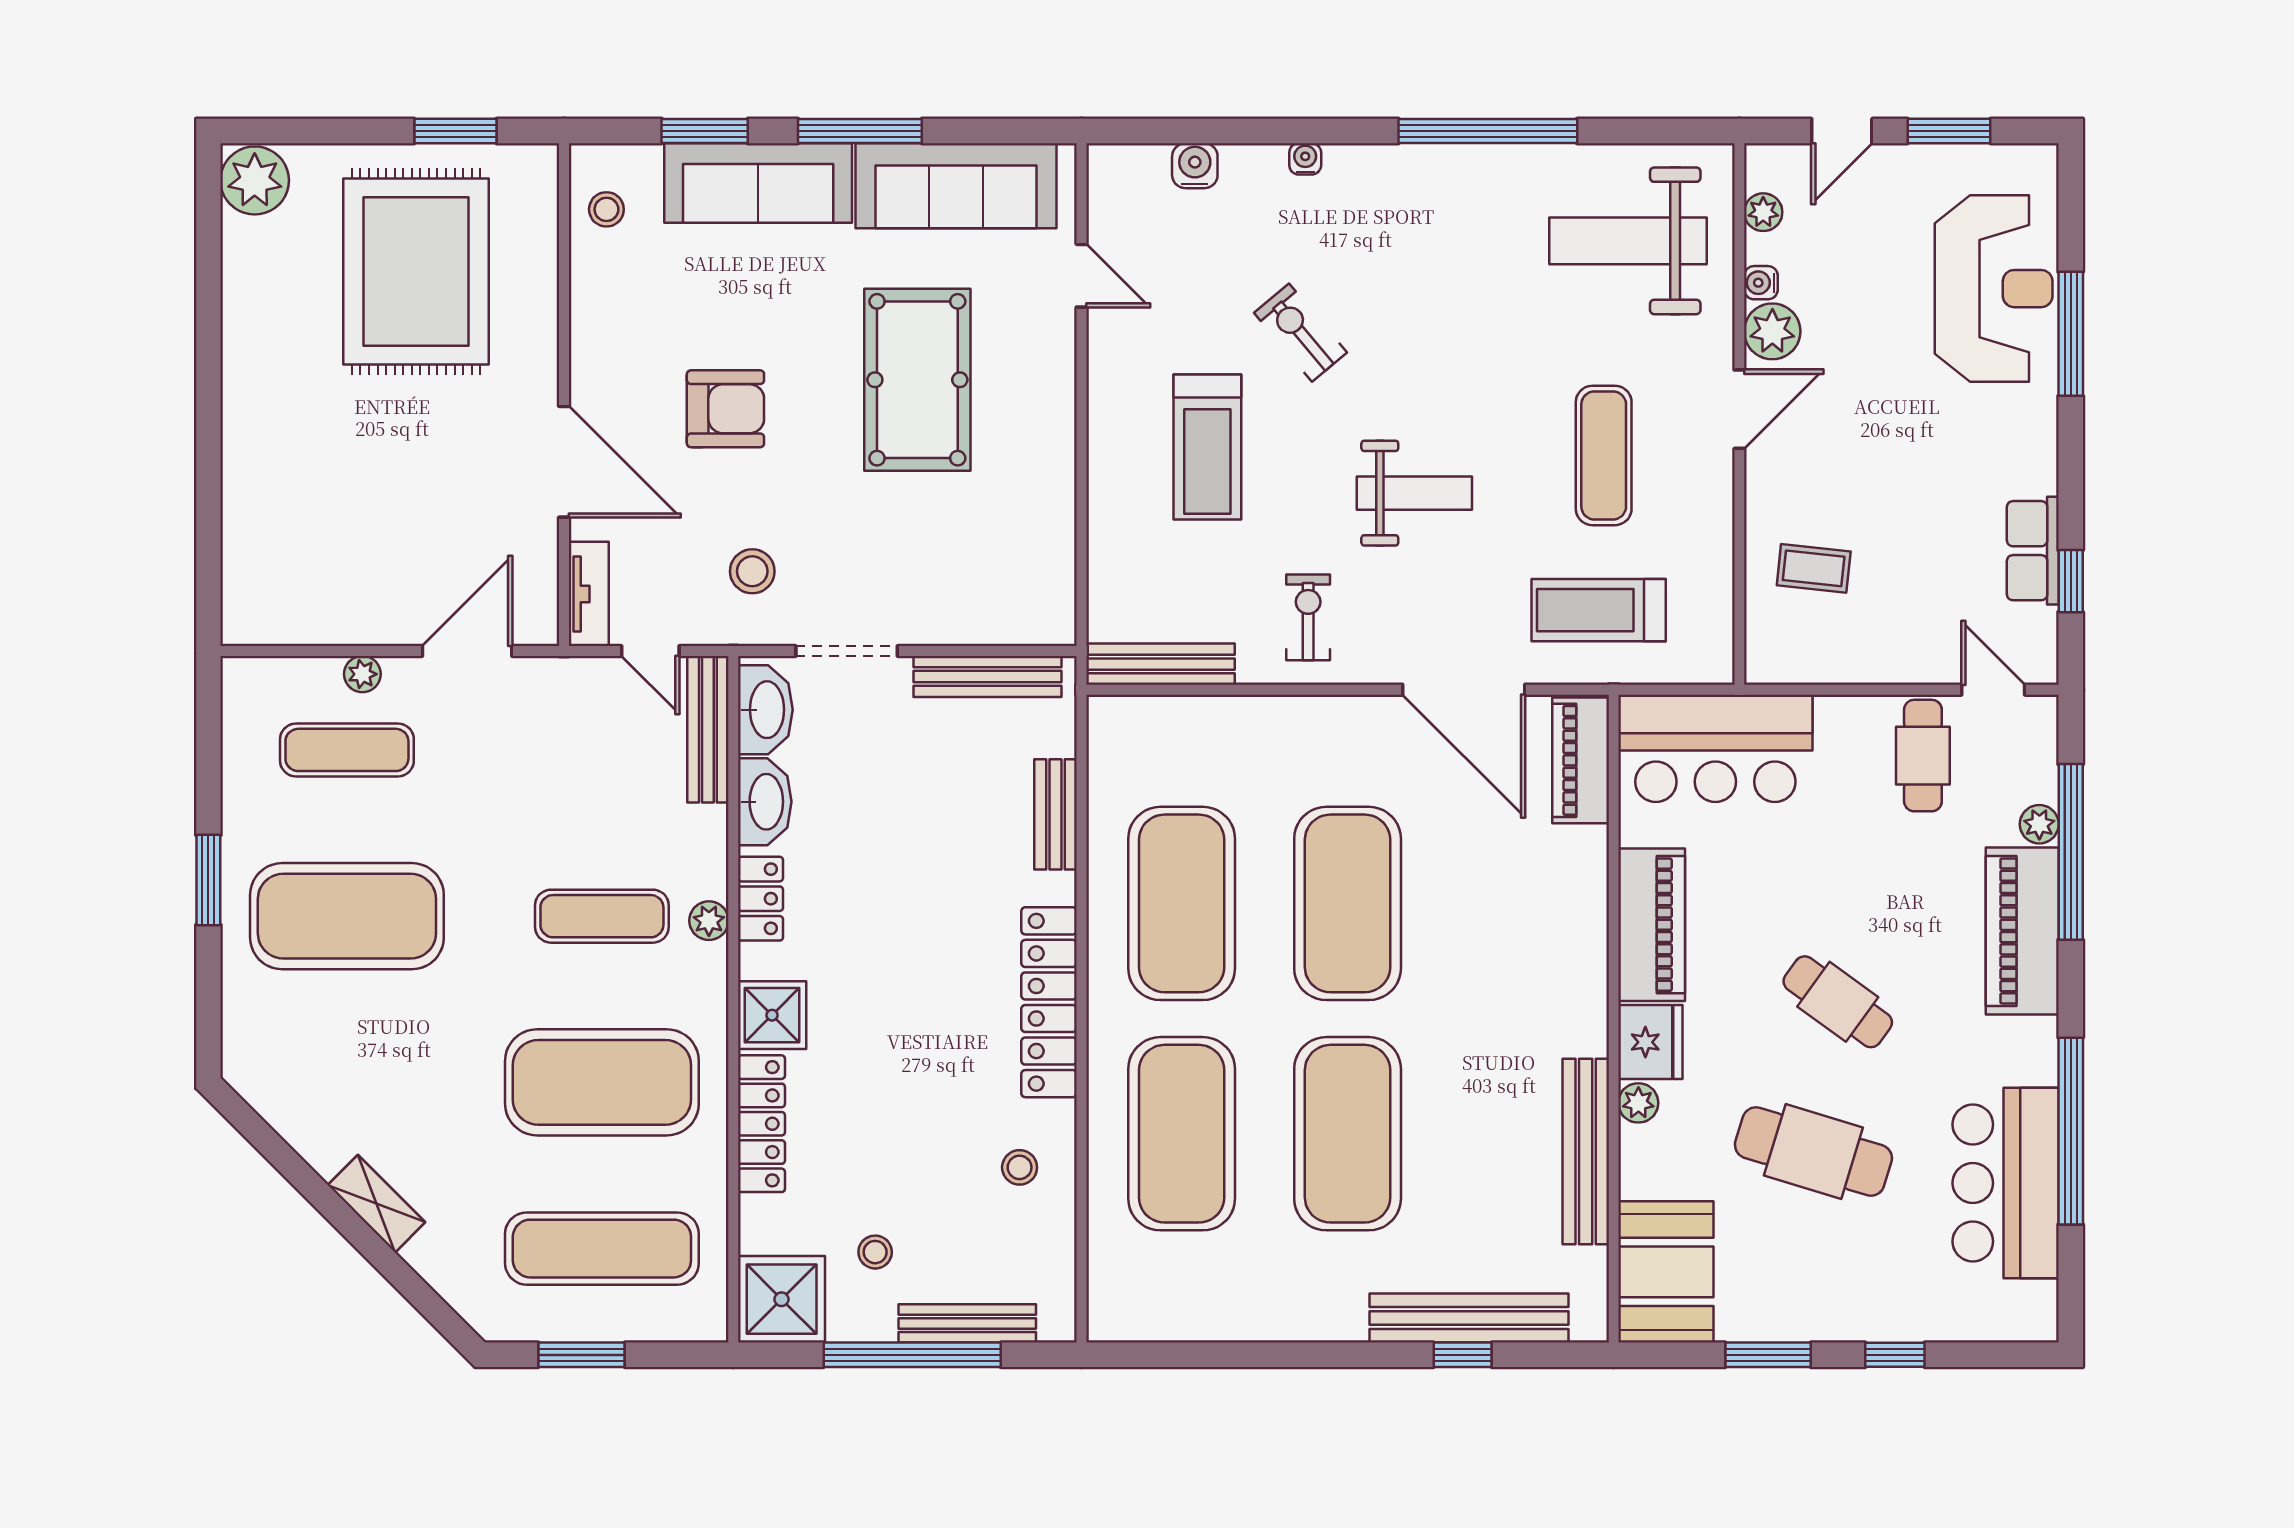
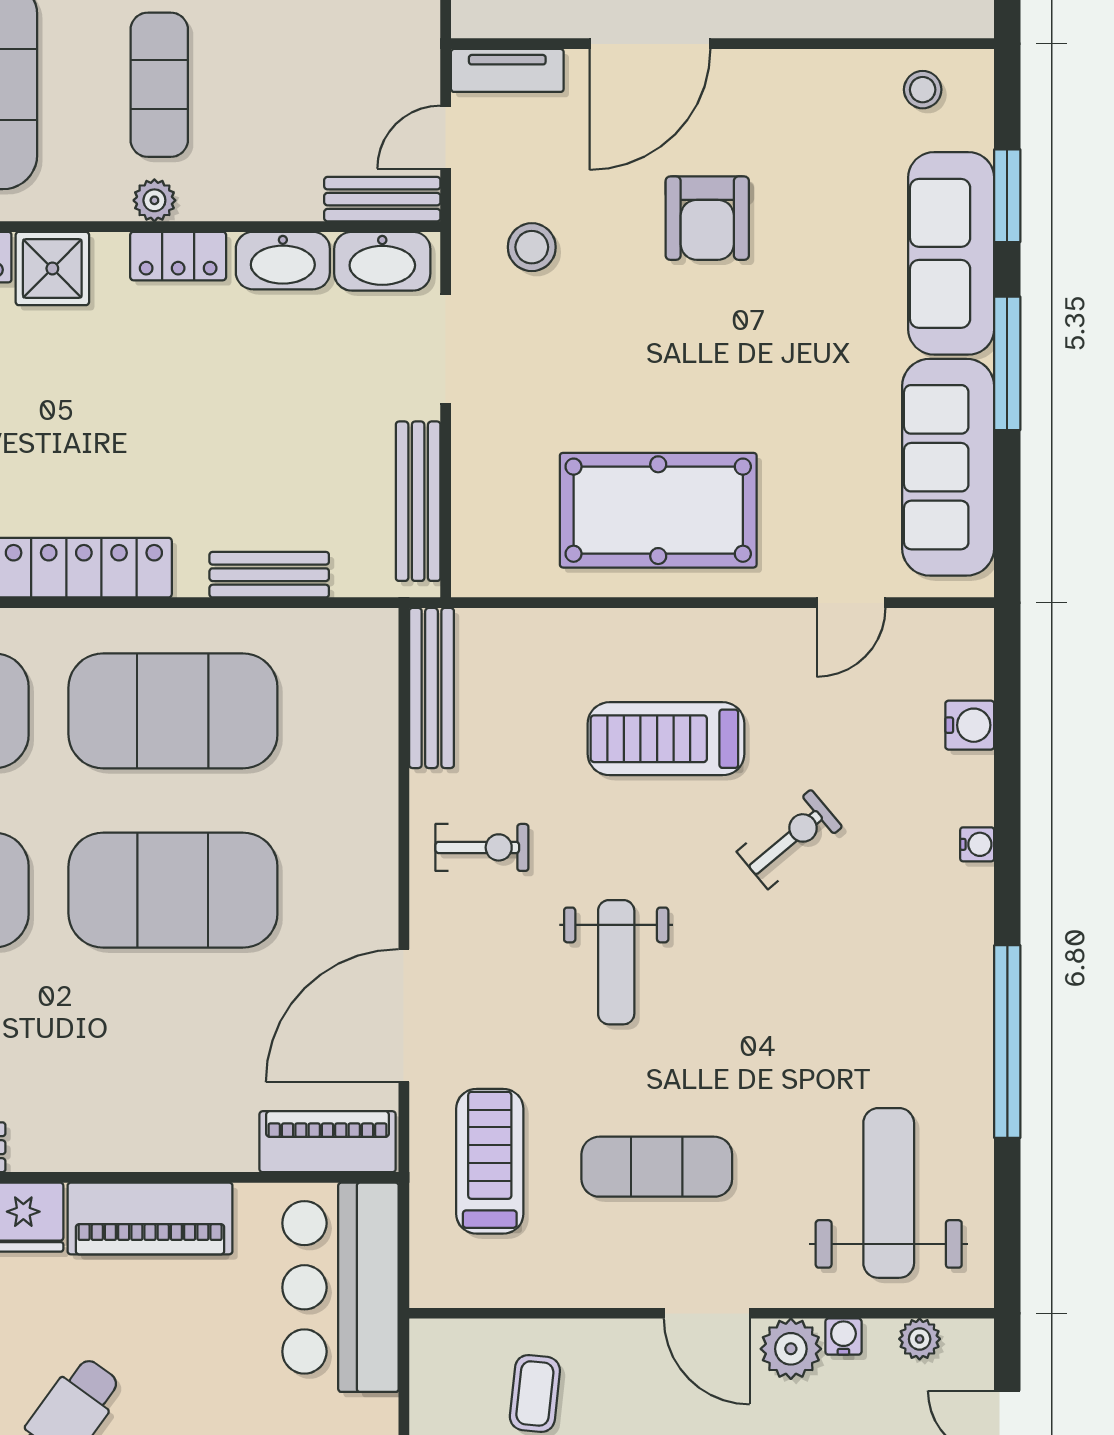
pool table: (917, 380) -> (658, 510), moved
bench: (708, 729) -> (382, 199), width x0.73

